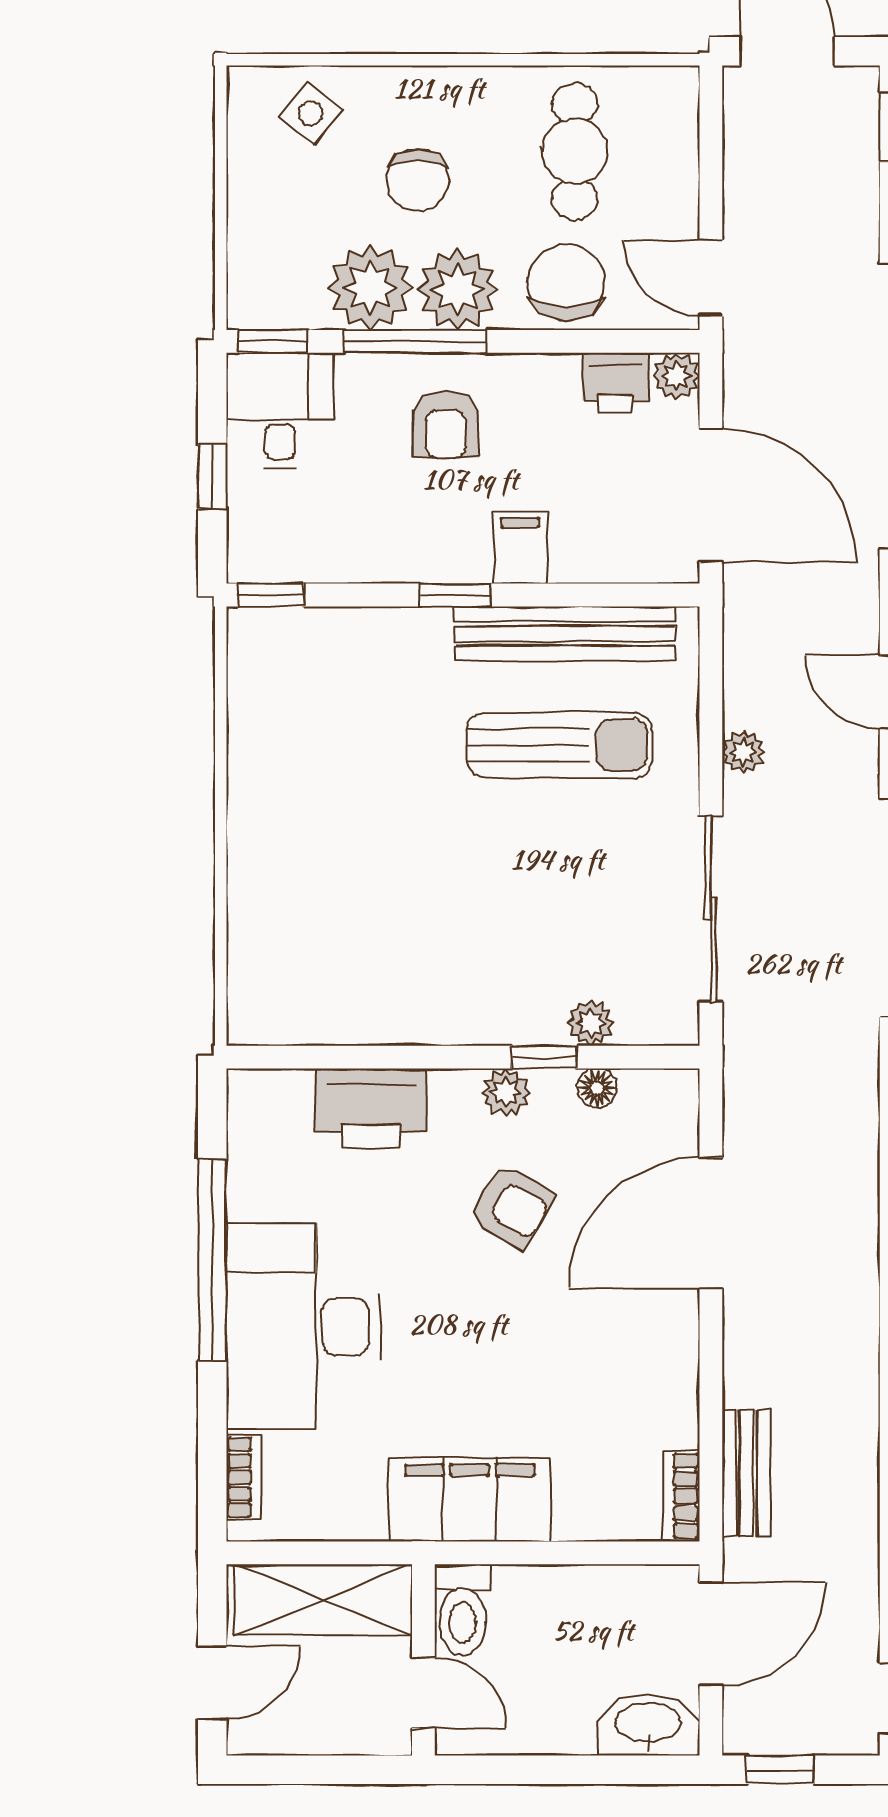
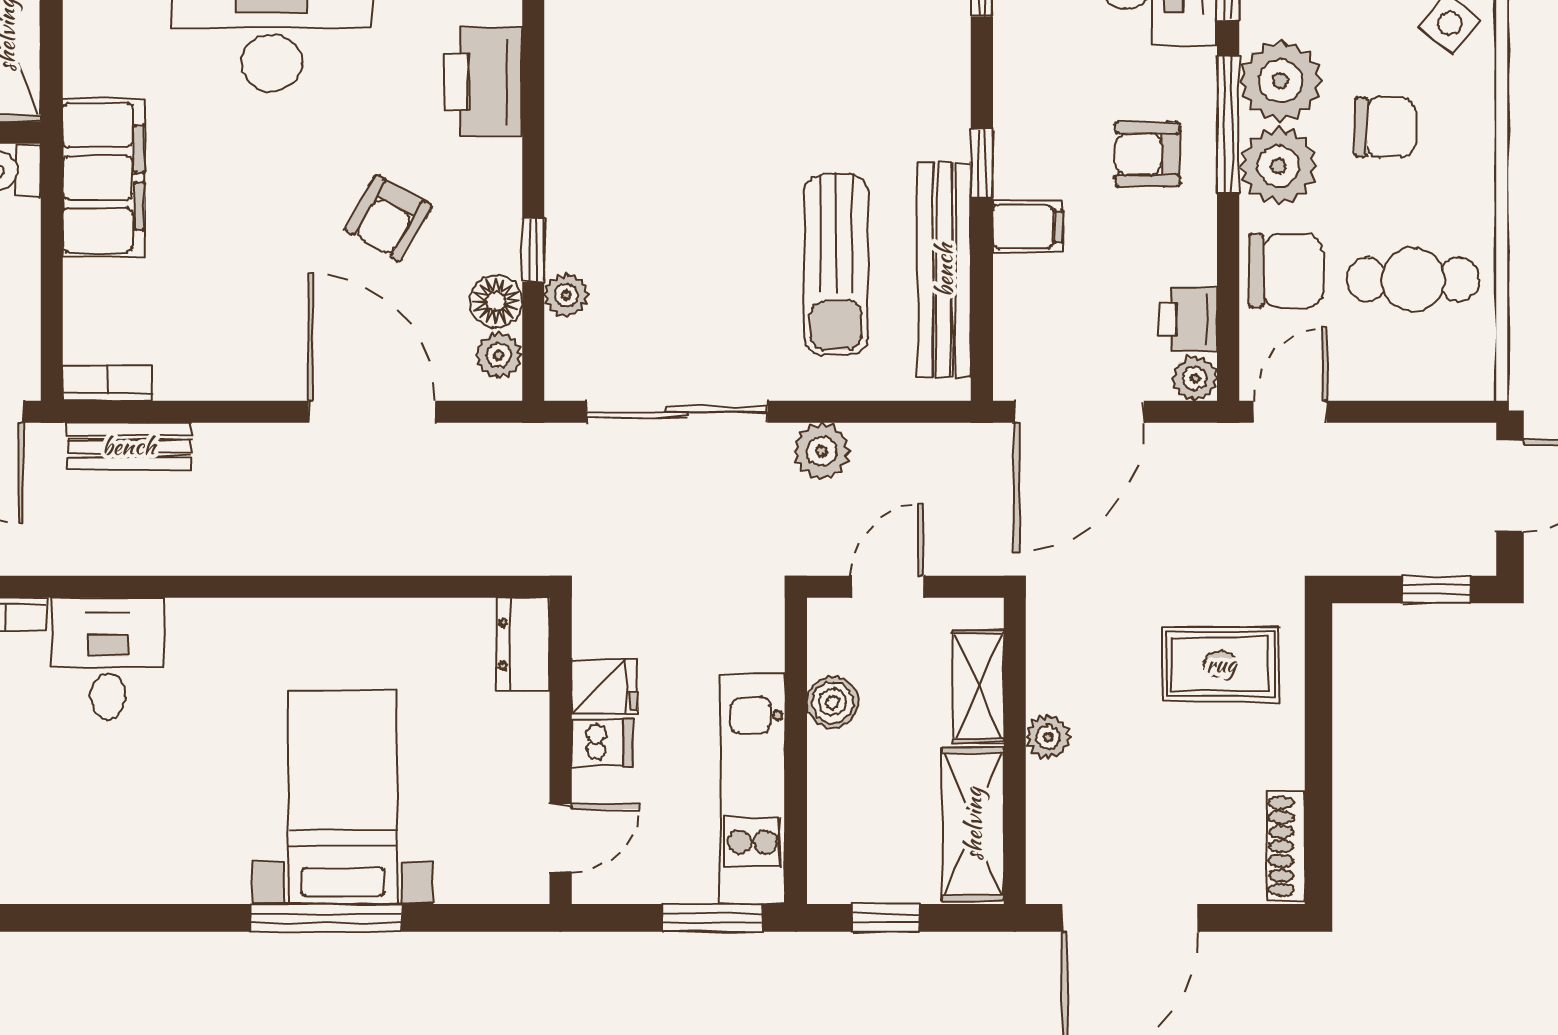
chair: (418, 180) -> (1385, 127), turned 180
plant: (743, 752) -> (822, 451), width x1.38, depth x1.38
floor lamp: (597, 1088) -> (496, 301), width x1.37, depth x1.37
plant: (506, 1092) -> (499, 355), moved

